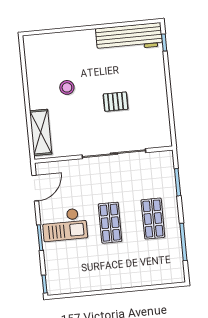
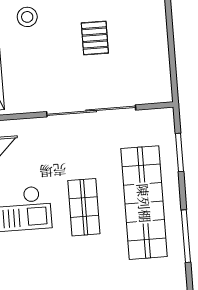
pallet: (116, 102) -> (95, 38), turned 90
shop shelf: (153, 219) -> (144, 203), width x2.00, depth x1.36

